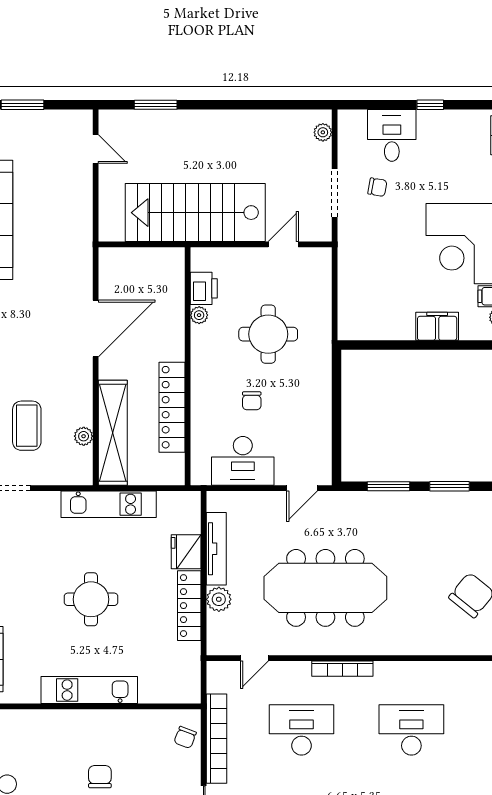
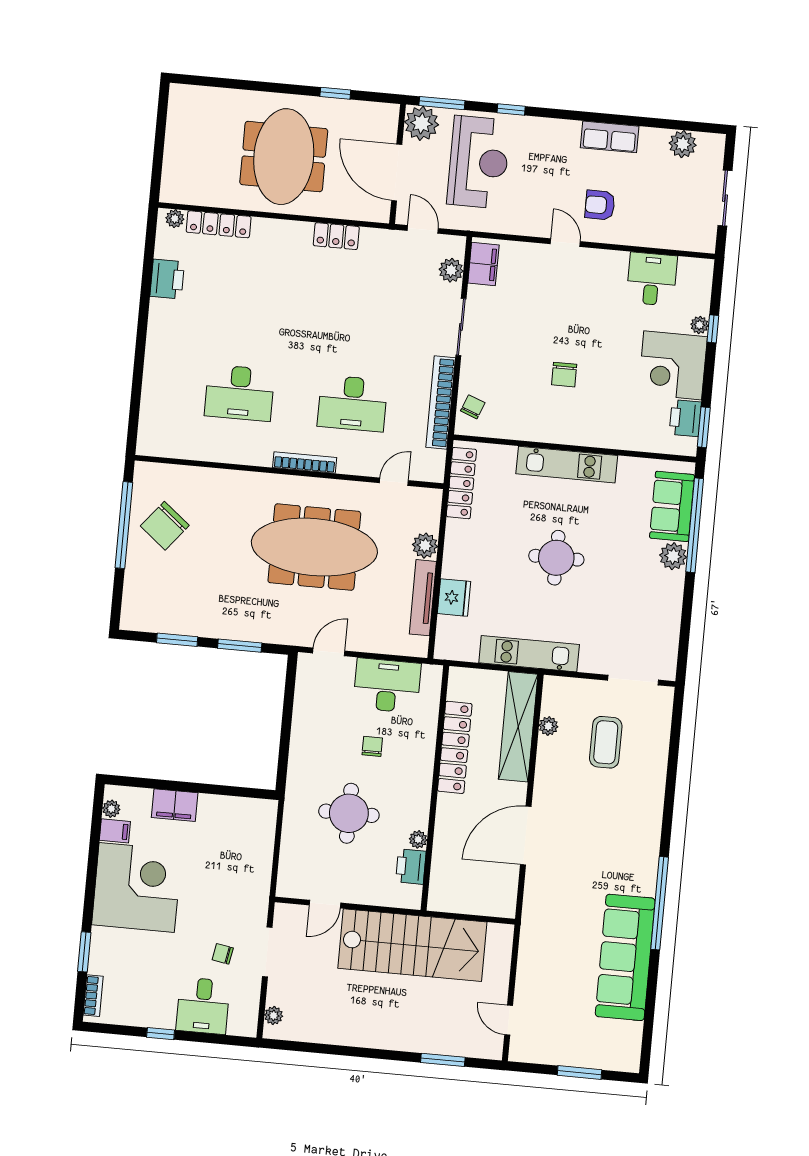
locker: (189, 606) -> (461, 483), moved

